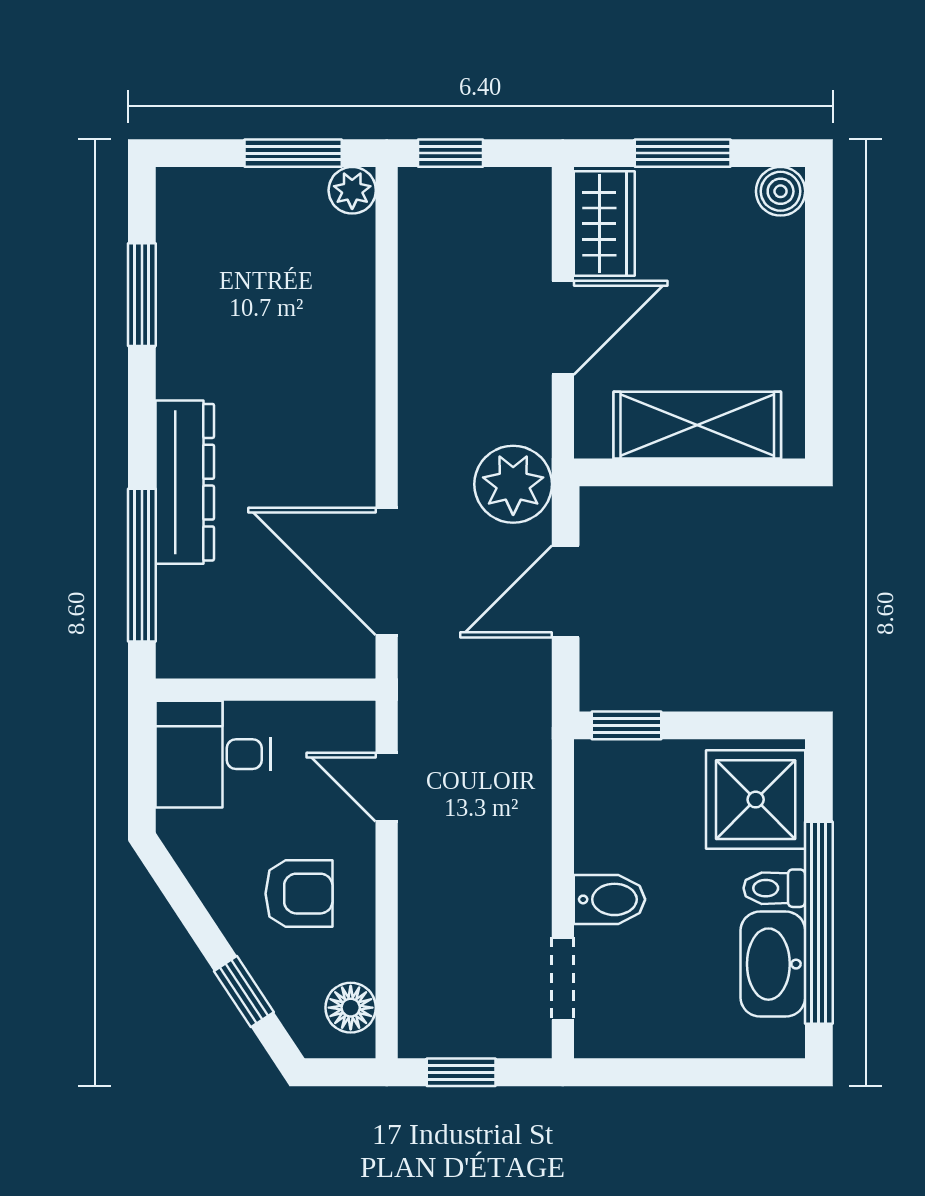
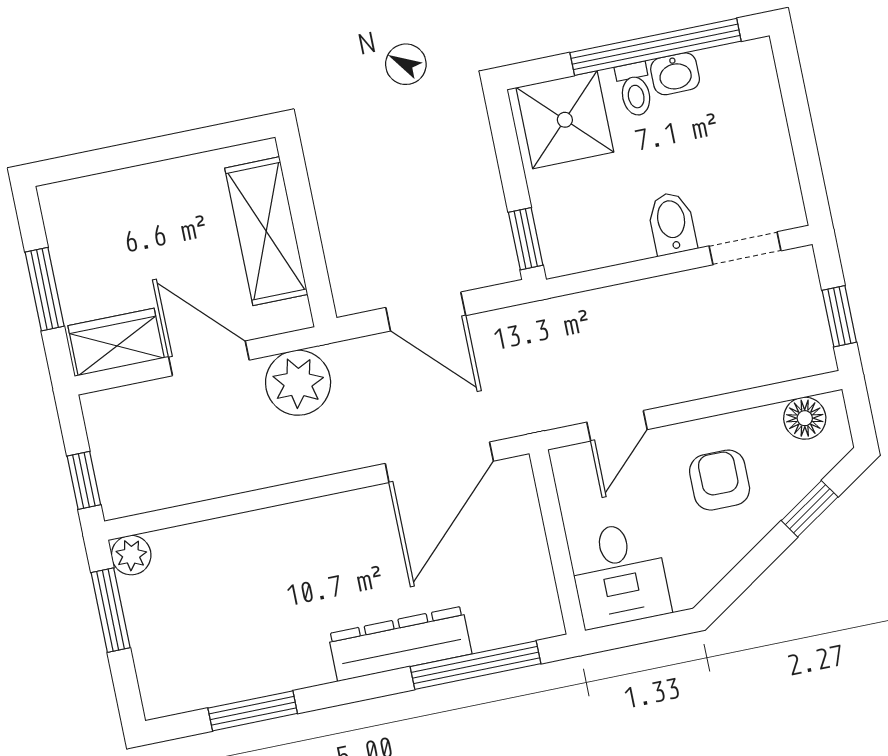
boiler: (781, 191) -> (60, 202), removed
plant: (513, 484) -> (298, 383), moved
washbasin: (773, 964) -> (675, 74), width x0.52, depth x0.69

